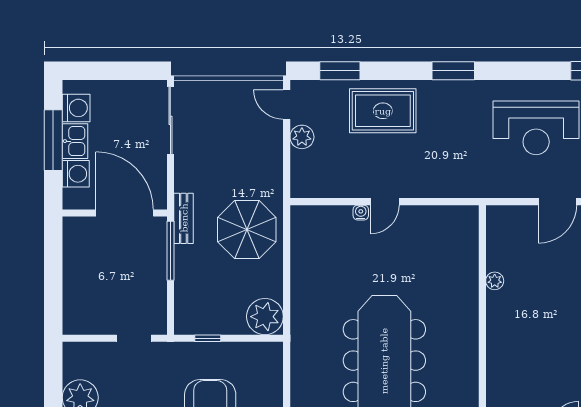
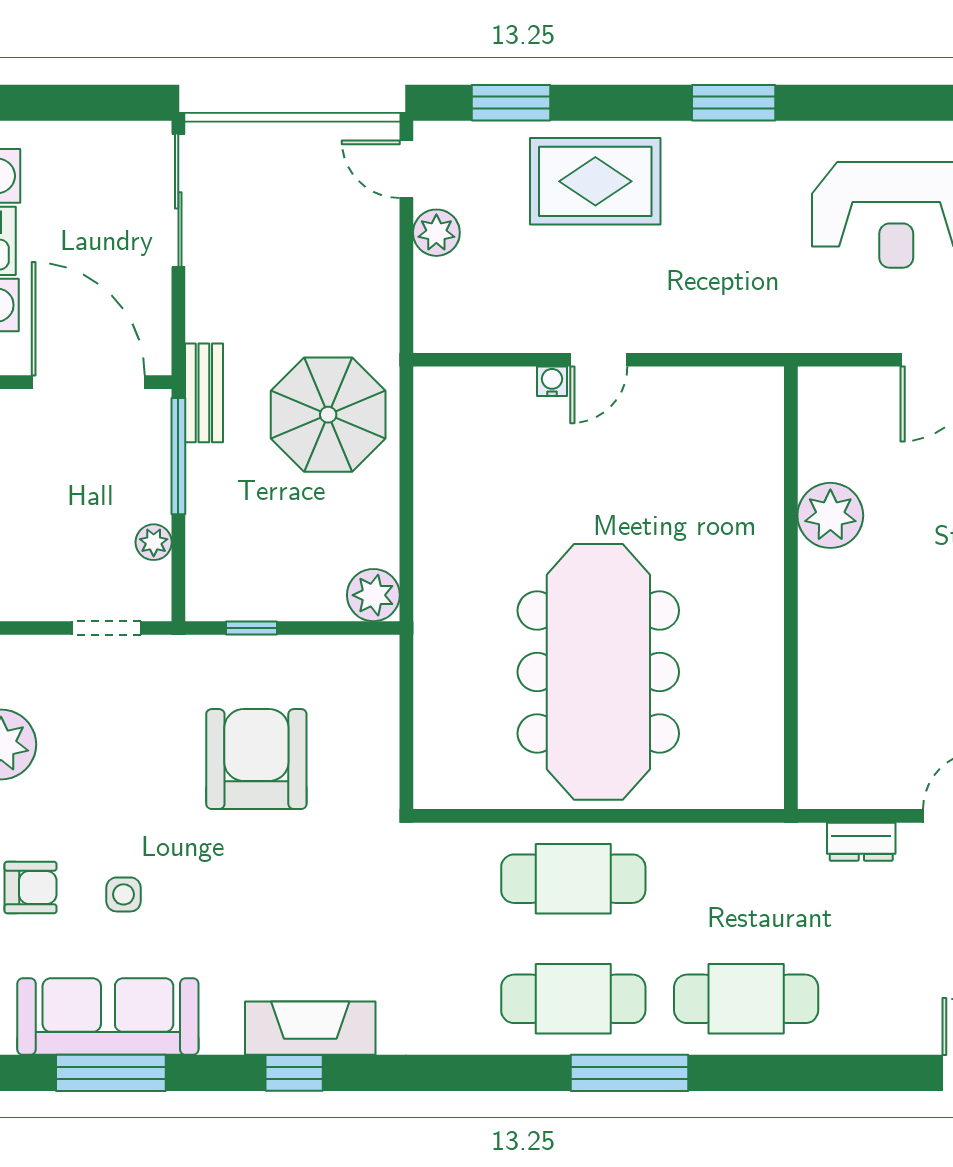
plant: (495, 281) -> (830, 515), width x1.88, depth x1.88
plant: (158, 295) -> (154, 542), added
plant: (265, 317) -> (373, 595), width x0.73, depth x0.73

